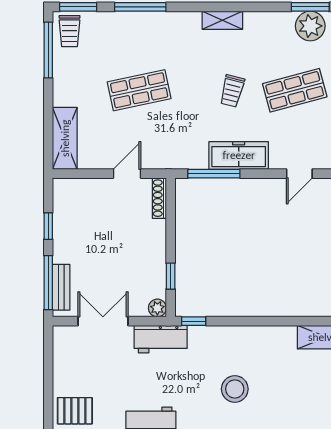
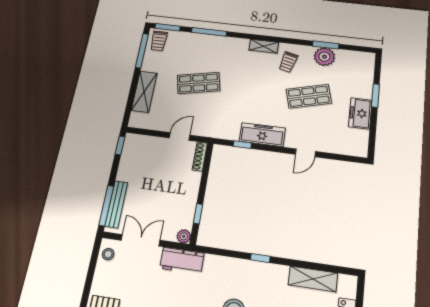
trolley: (232, 91) -> (288, 62), moved
shelving: (65, 138) -> (144, 92), moved
window: (214, 174) -> (242, 145), width x0.46
window: (48, 226) -> (120, 145), moved
bench: (61, 287) -> (116, 204), width x1.36
window: (194, 321) -> (260, 258), moved
stool: (65, 345) -> (108, 254), added

